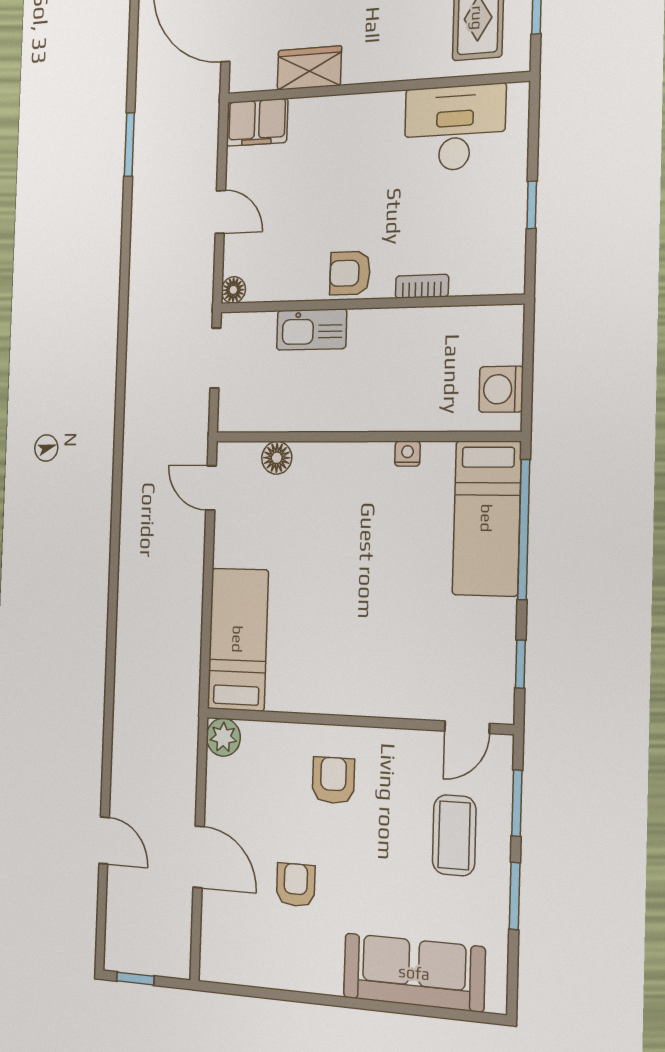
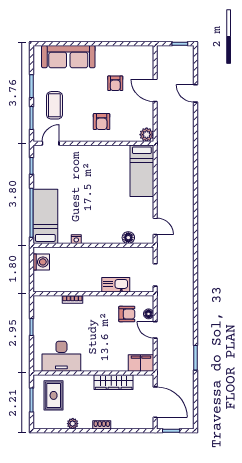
wardrobe: (309, 68) -> (114, 382), width x1.50
armchair: (350, 273) -> (127, 314), moved
floor lamp: (233, 290) -> (149, 314), moved

